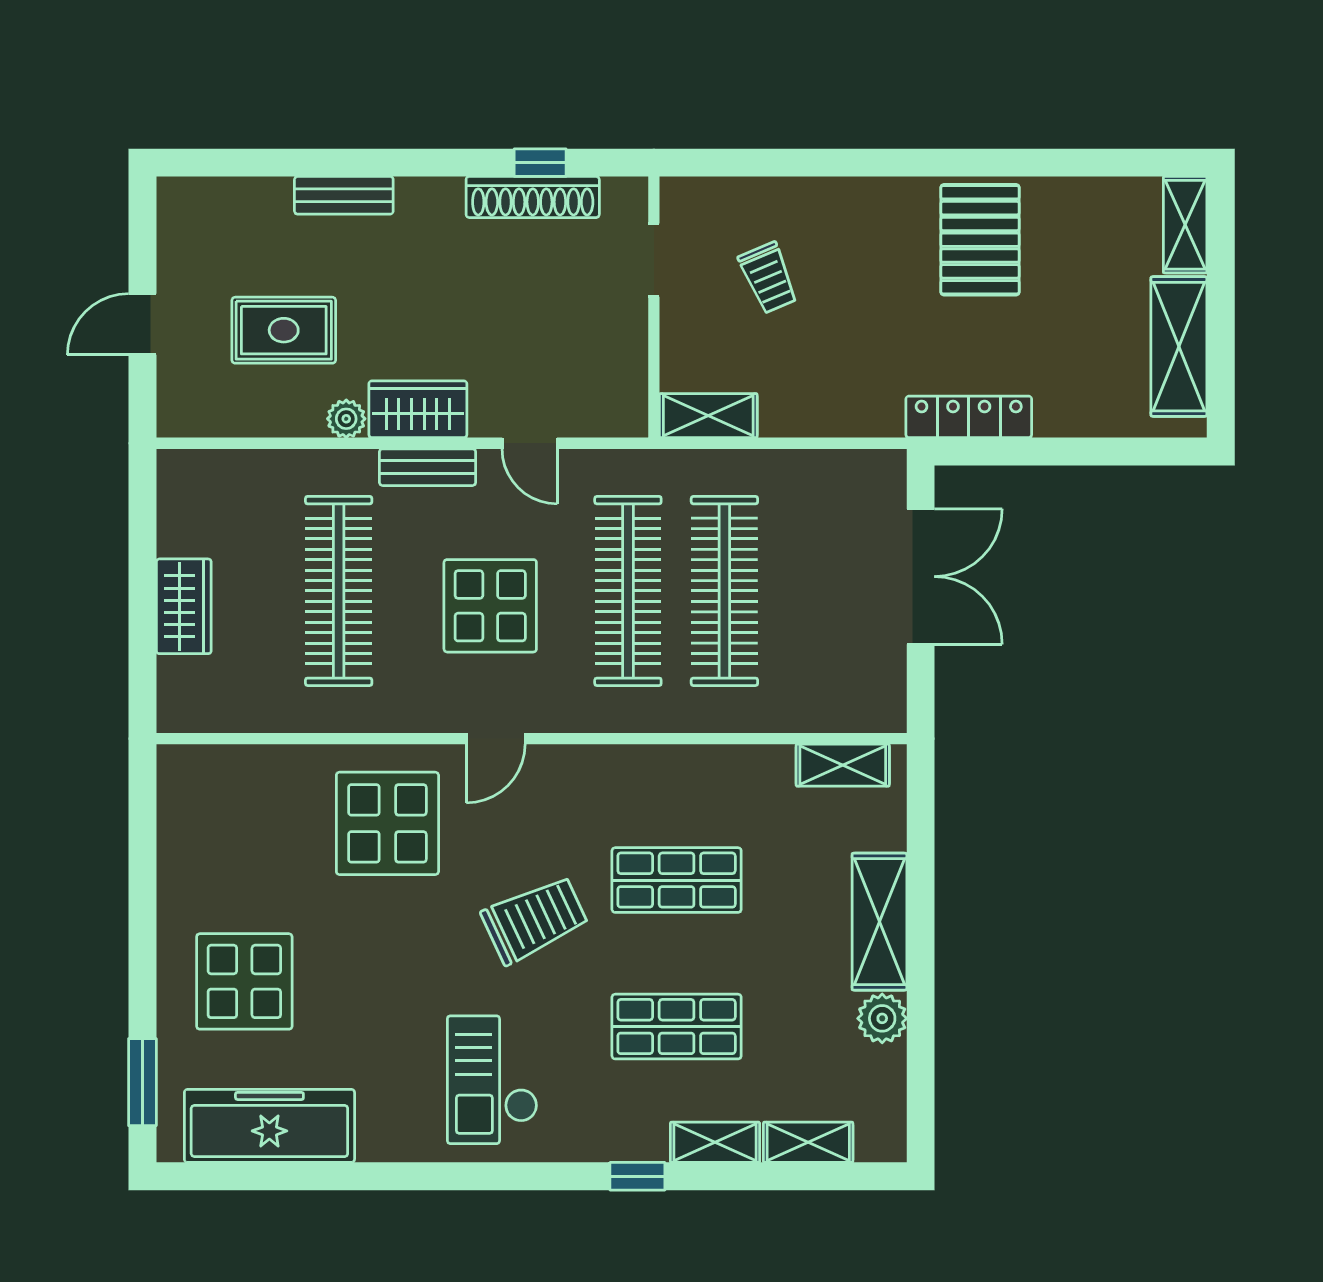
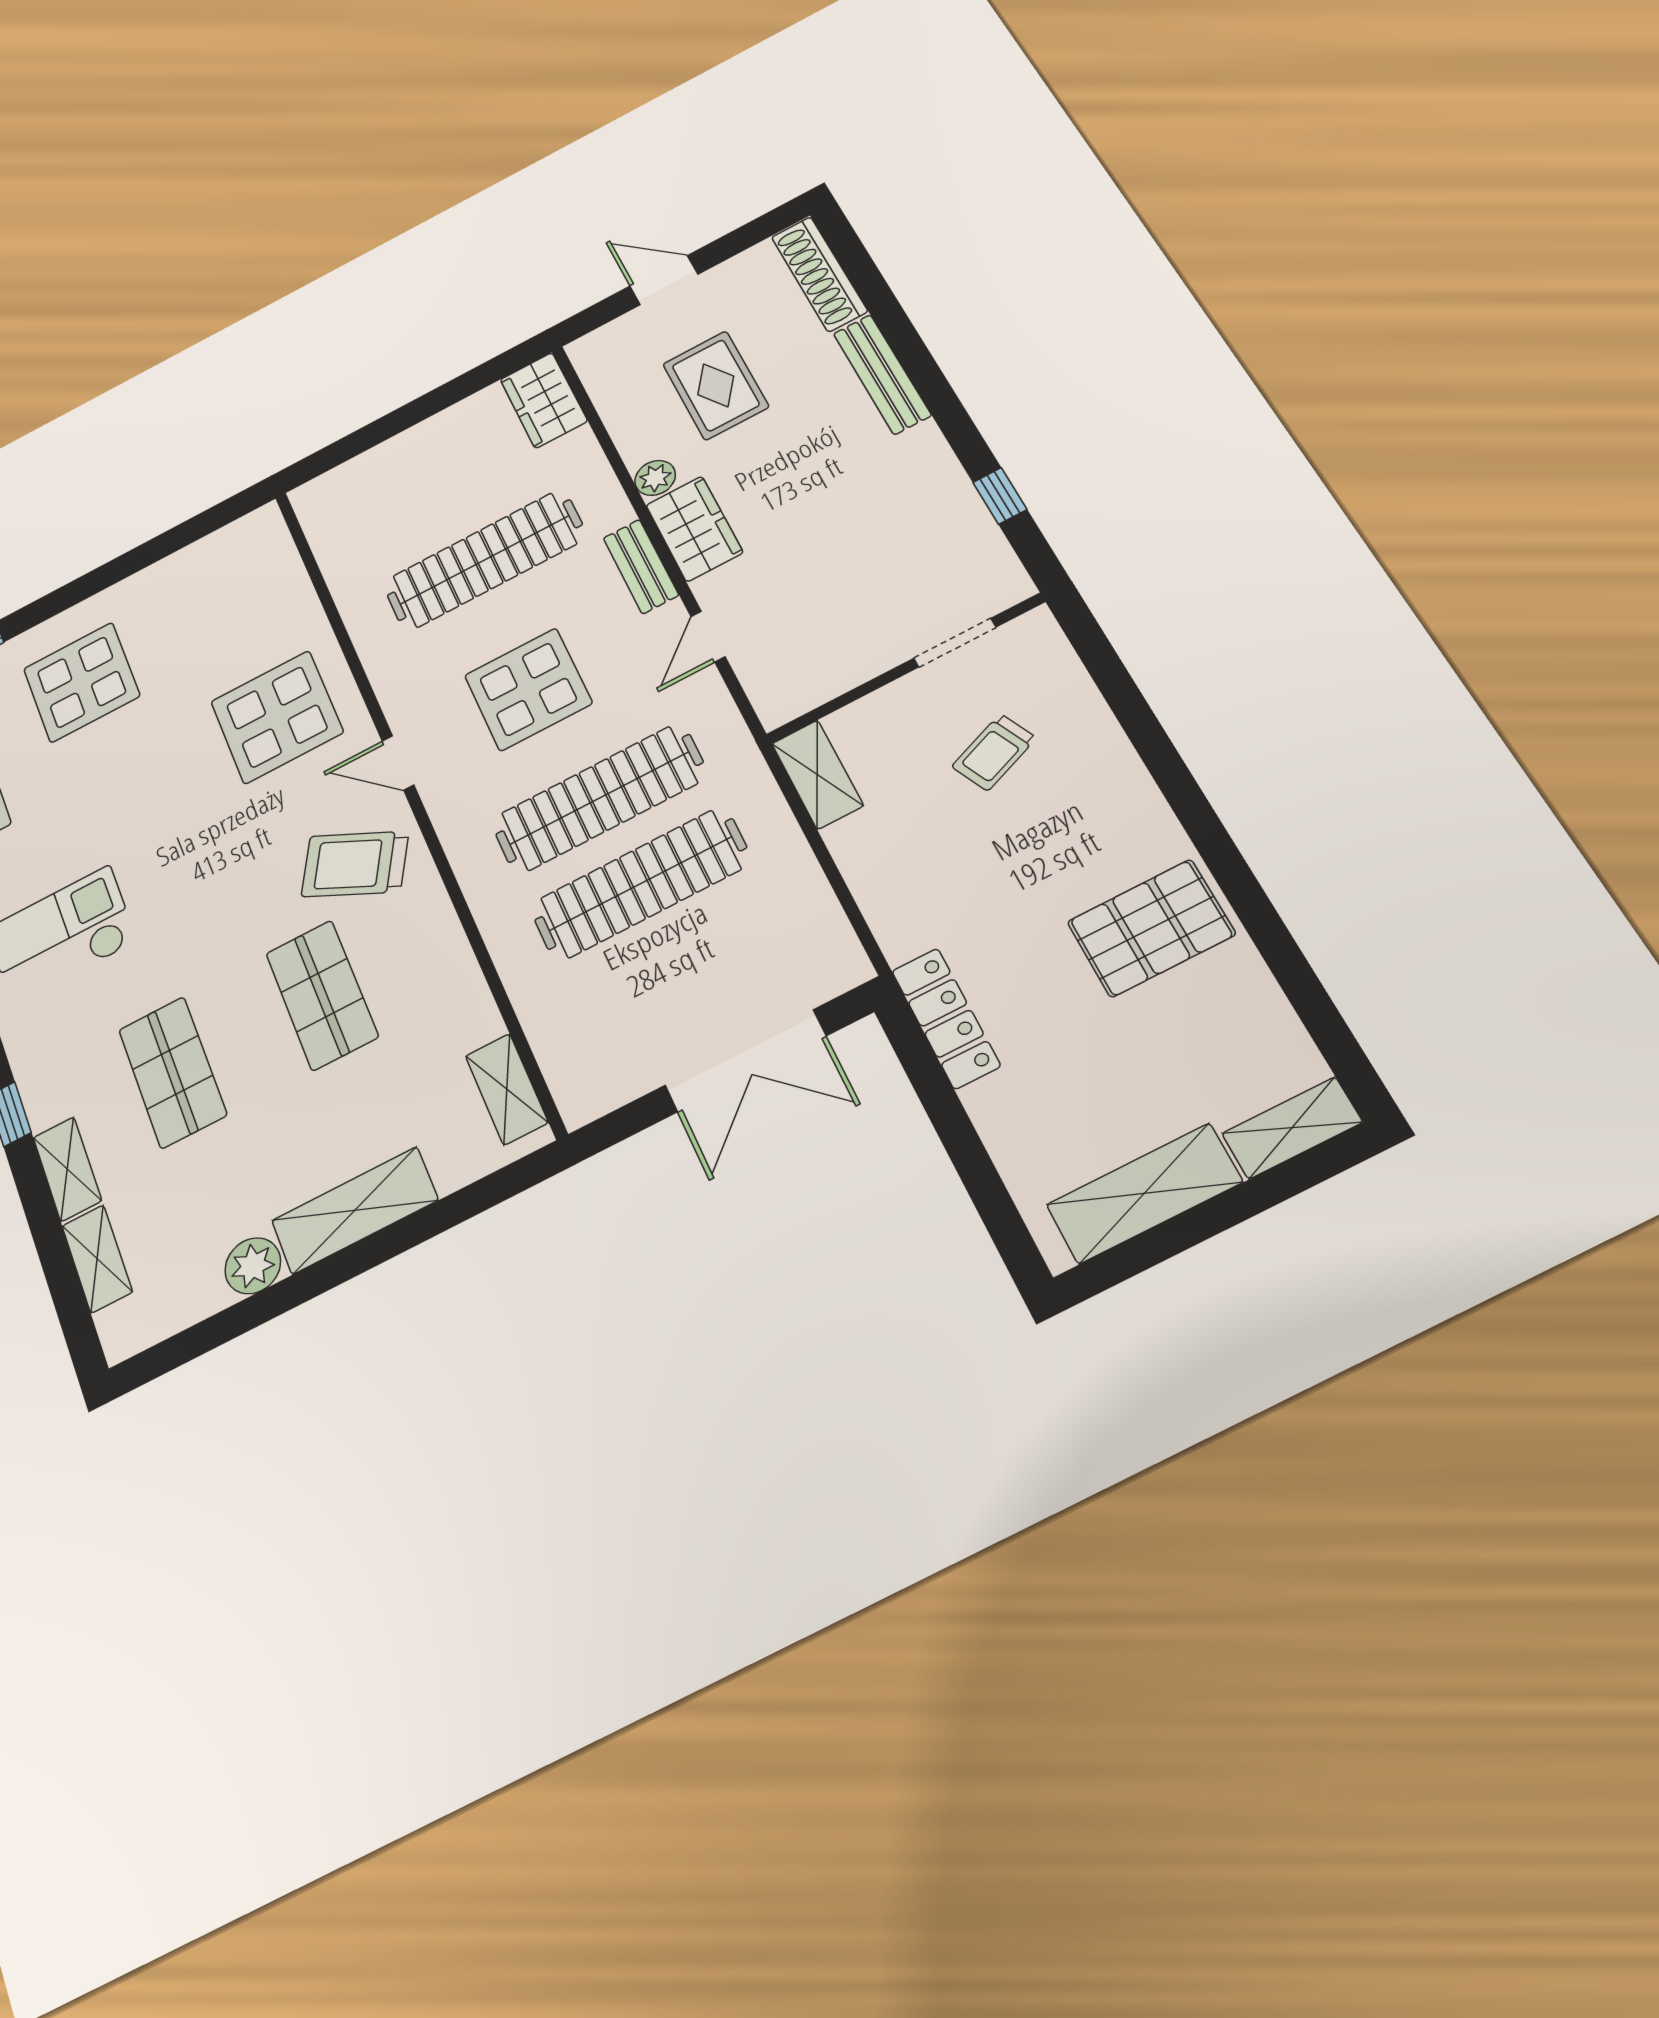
bench: (344, 195) -> (882, 374), width x1.36
shoe rack: (533, 197) -> (819, 274), moved
wardrobe: (184, 606) -> (544, 400), moved, turned 90
trolley: (535, 920) -> (355, 864), moved, turned 143

